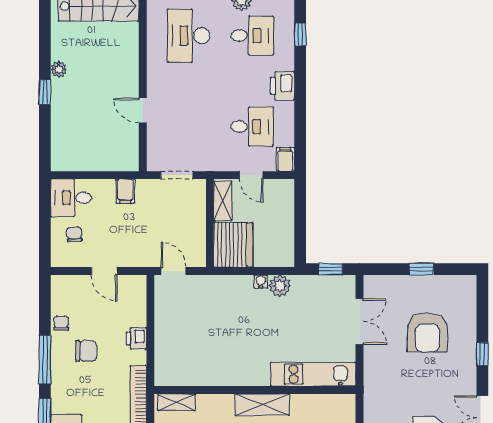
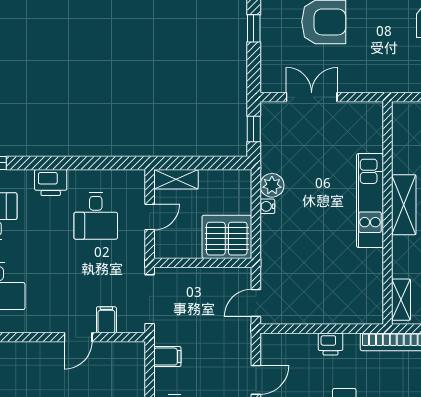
desk: (252, 127) -> (96, 216), turned 180
filing cabinet: (285, 159) -> (106, 320), moved, turned 90
doorway: (177, 175) -> (150, 299), width x1.38
shelving: (223, 201) -> (176, 179), moved
kitchen unit: (313, 374) -> (370, 201), moved

